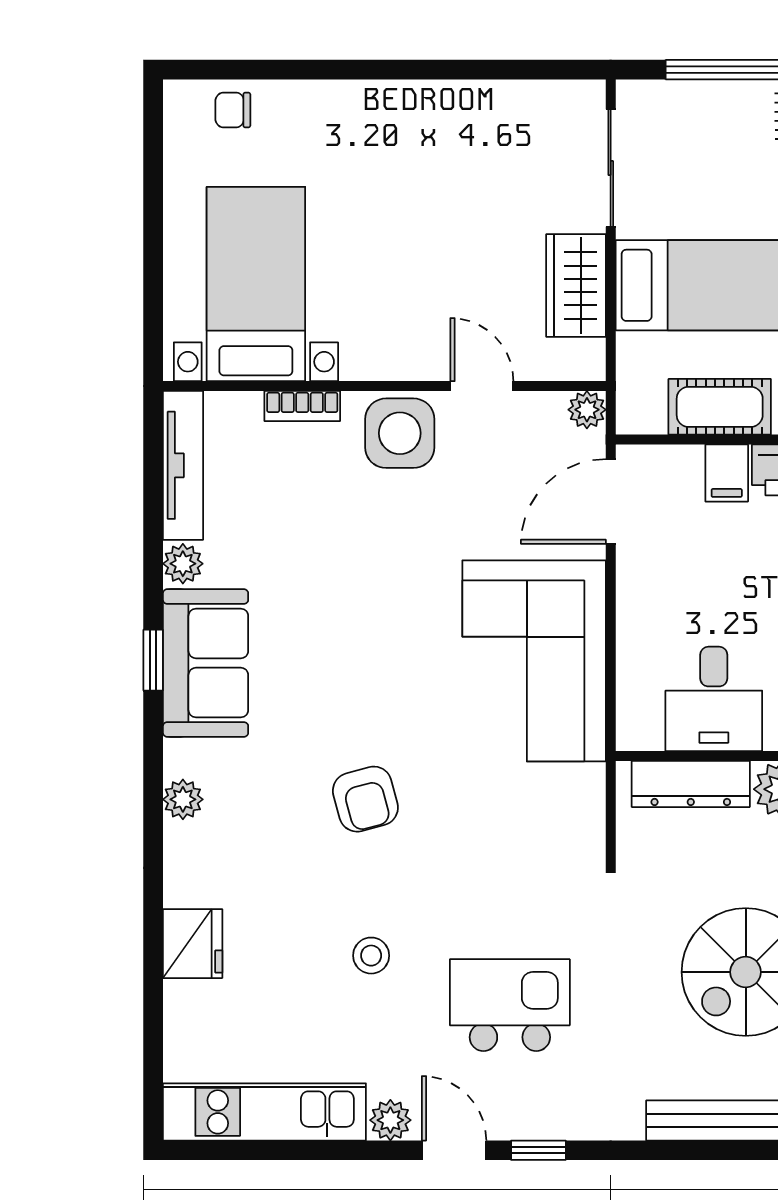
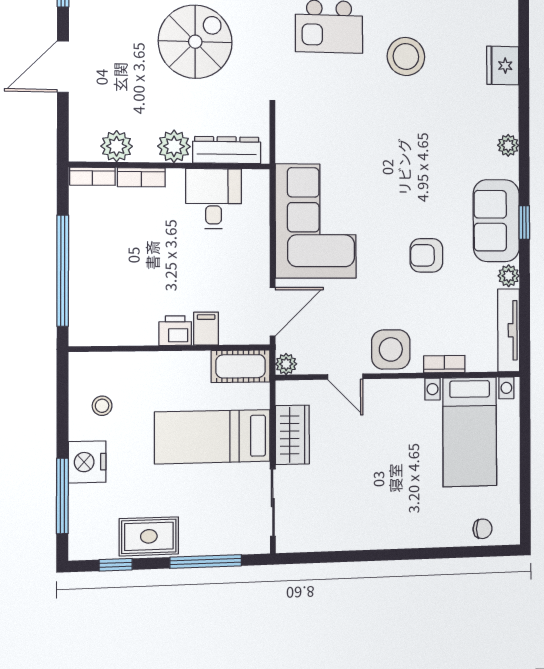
cot: (720, 407) -> (241, 366), moved
armchair: (365, 799) -> (426, 255), moved, turned -75
stool: (371, 956) -> (406, 56), width x1.89, depth x1.89

